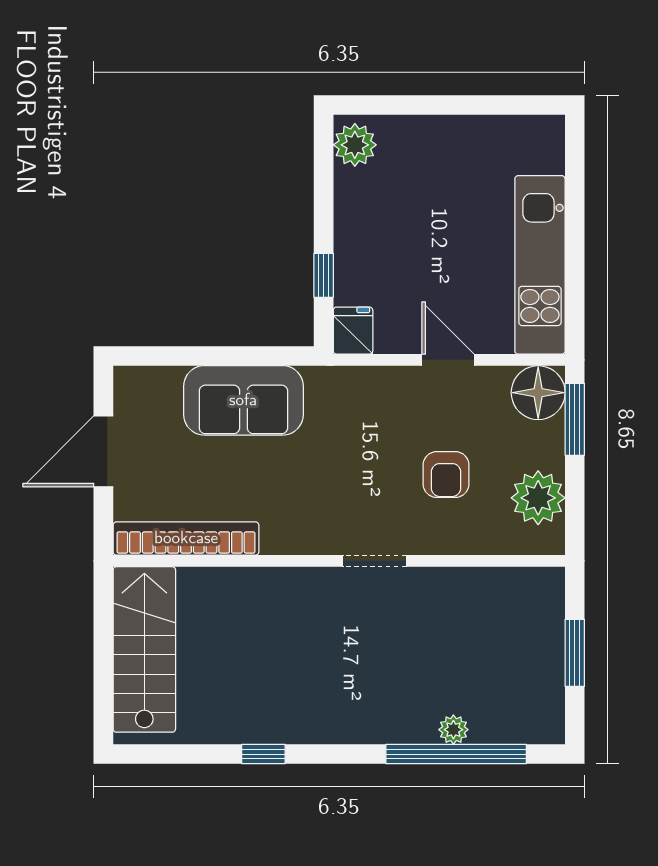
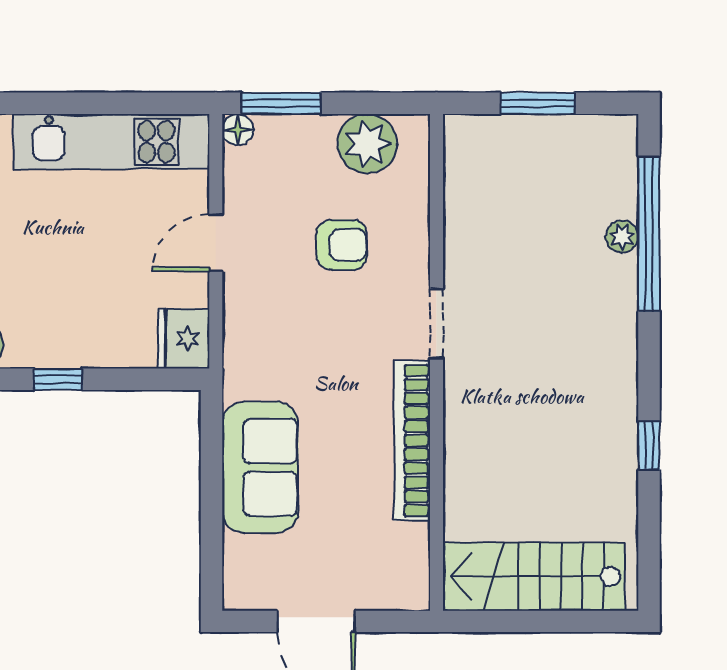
window: (324, 275) -> (58, 379), moved
fridge: (353, 331) -> (184, 339), width x1.38
floor lamp: (538, 393) -> (238, 130), width x0.53, depth x0.53
bookcase: (186, 538) -> (412, 440), moved

